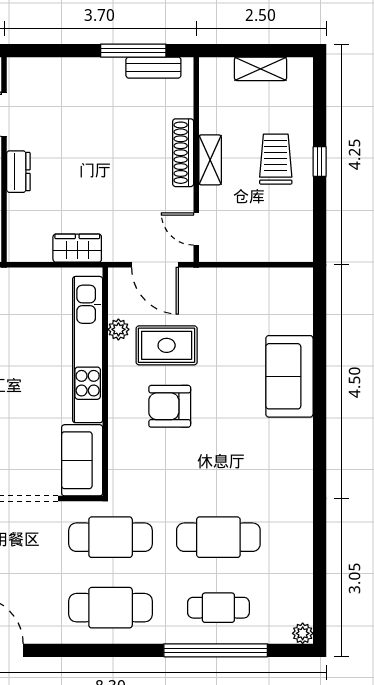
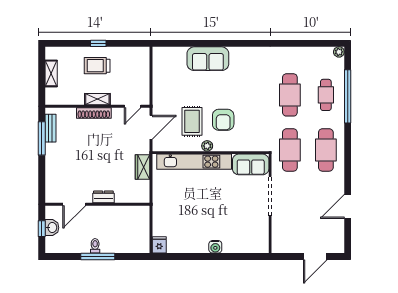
plant: (118, 329) -> (207, 146), moved

